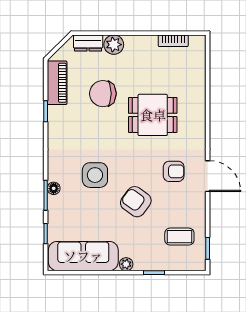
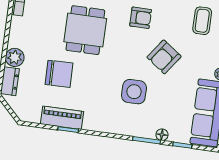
piano: (57, 83) -> (62, 118), moved
chair: (103, 94) -> (59, 74), turned -91
armchair: (174, 171) -> (141, 18), turned 90
floor lamp: (54, 188) -> (162, 135), moved

